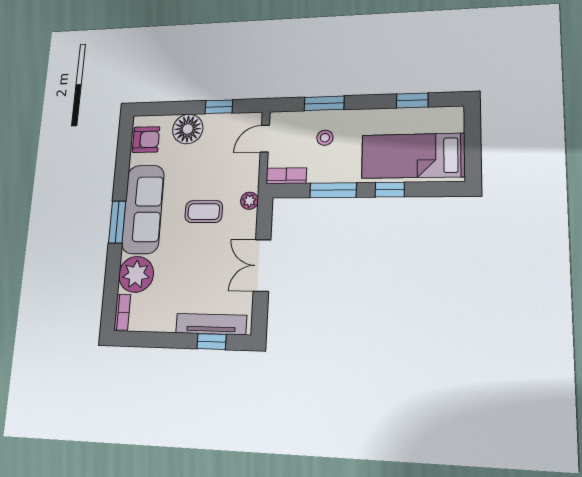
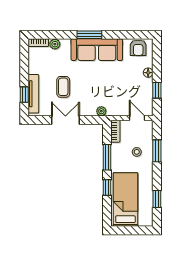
floor lamp: (188, 129) -> (148, 73), width x0.53, depth x0.53
coffee table: (204, 212) -> (63, 87), moved
plant: (136, 274) -> (55, 44), width x0.53, depth x0.53

